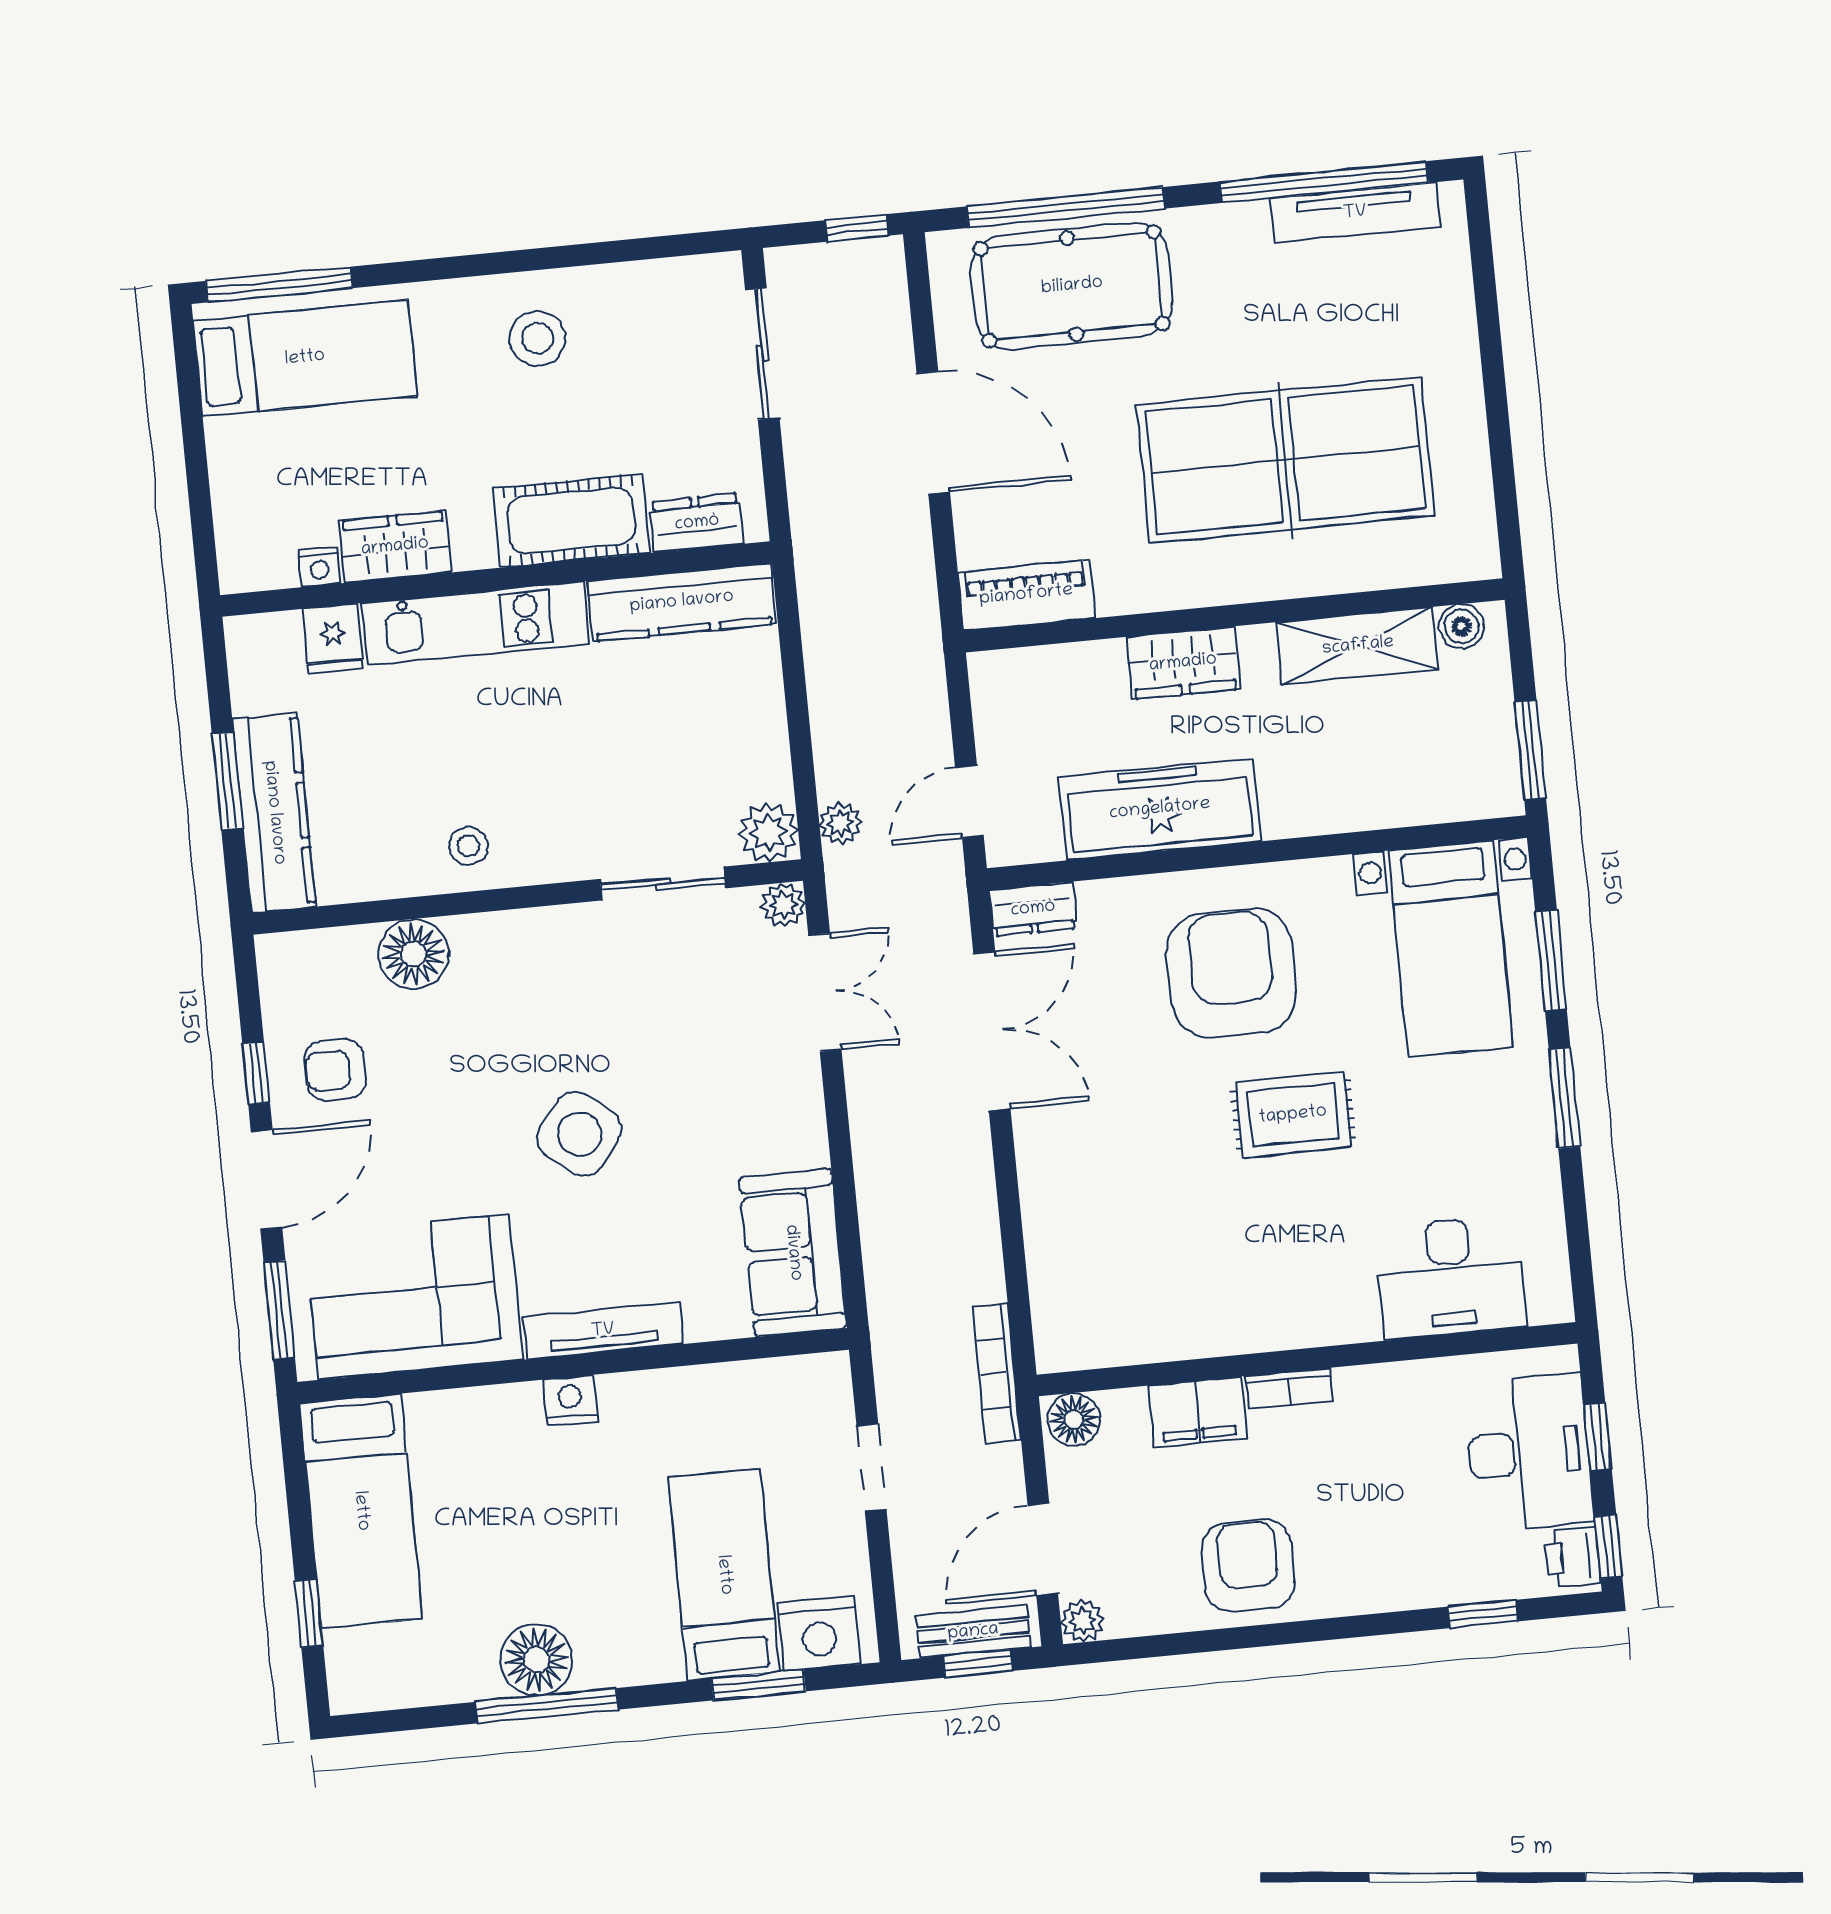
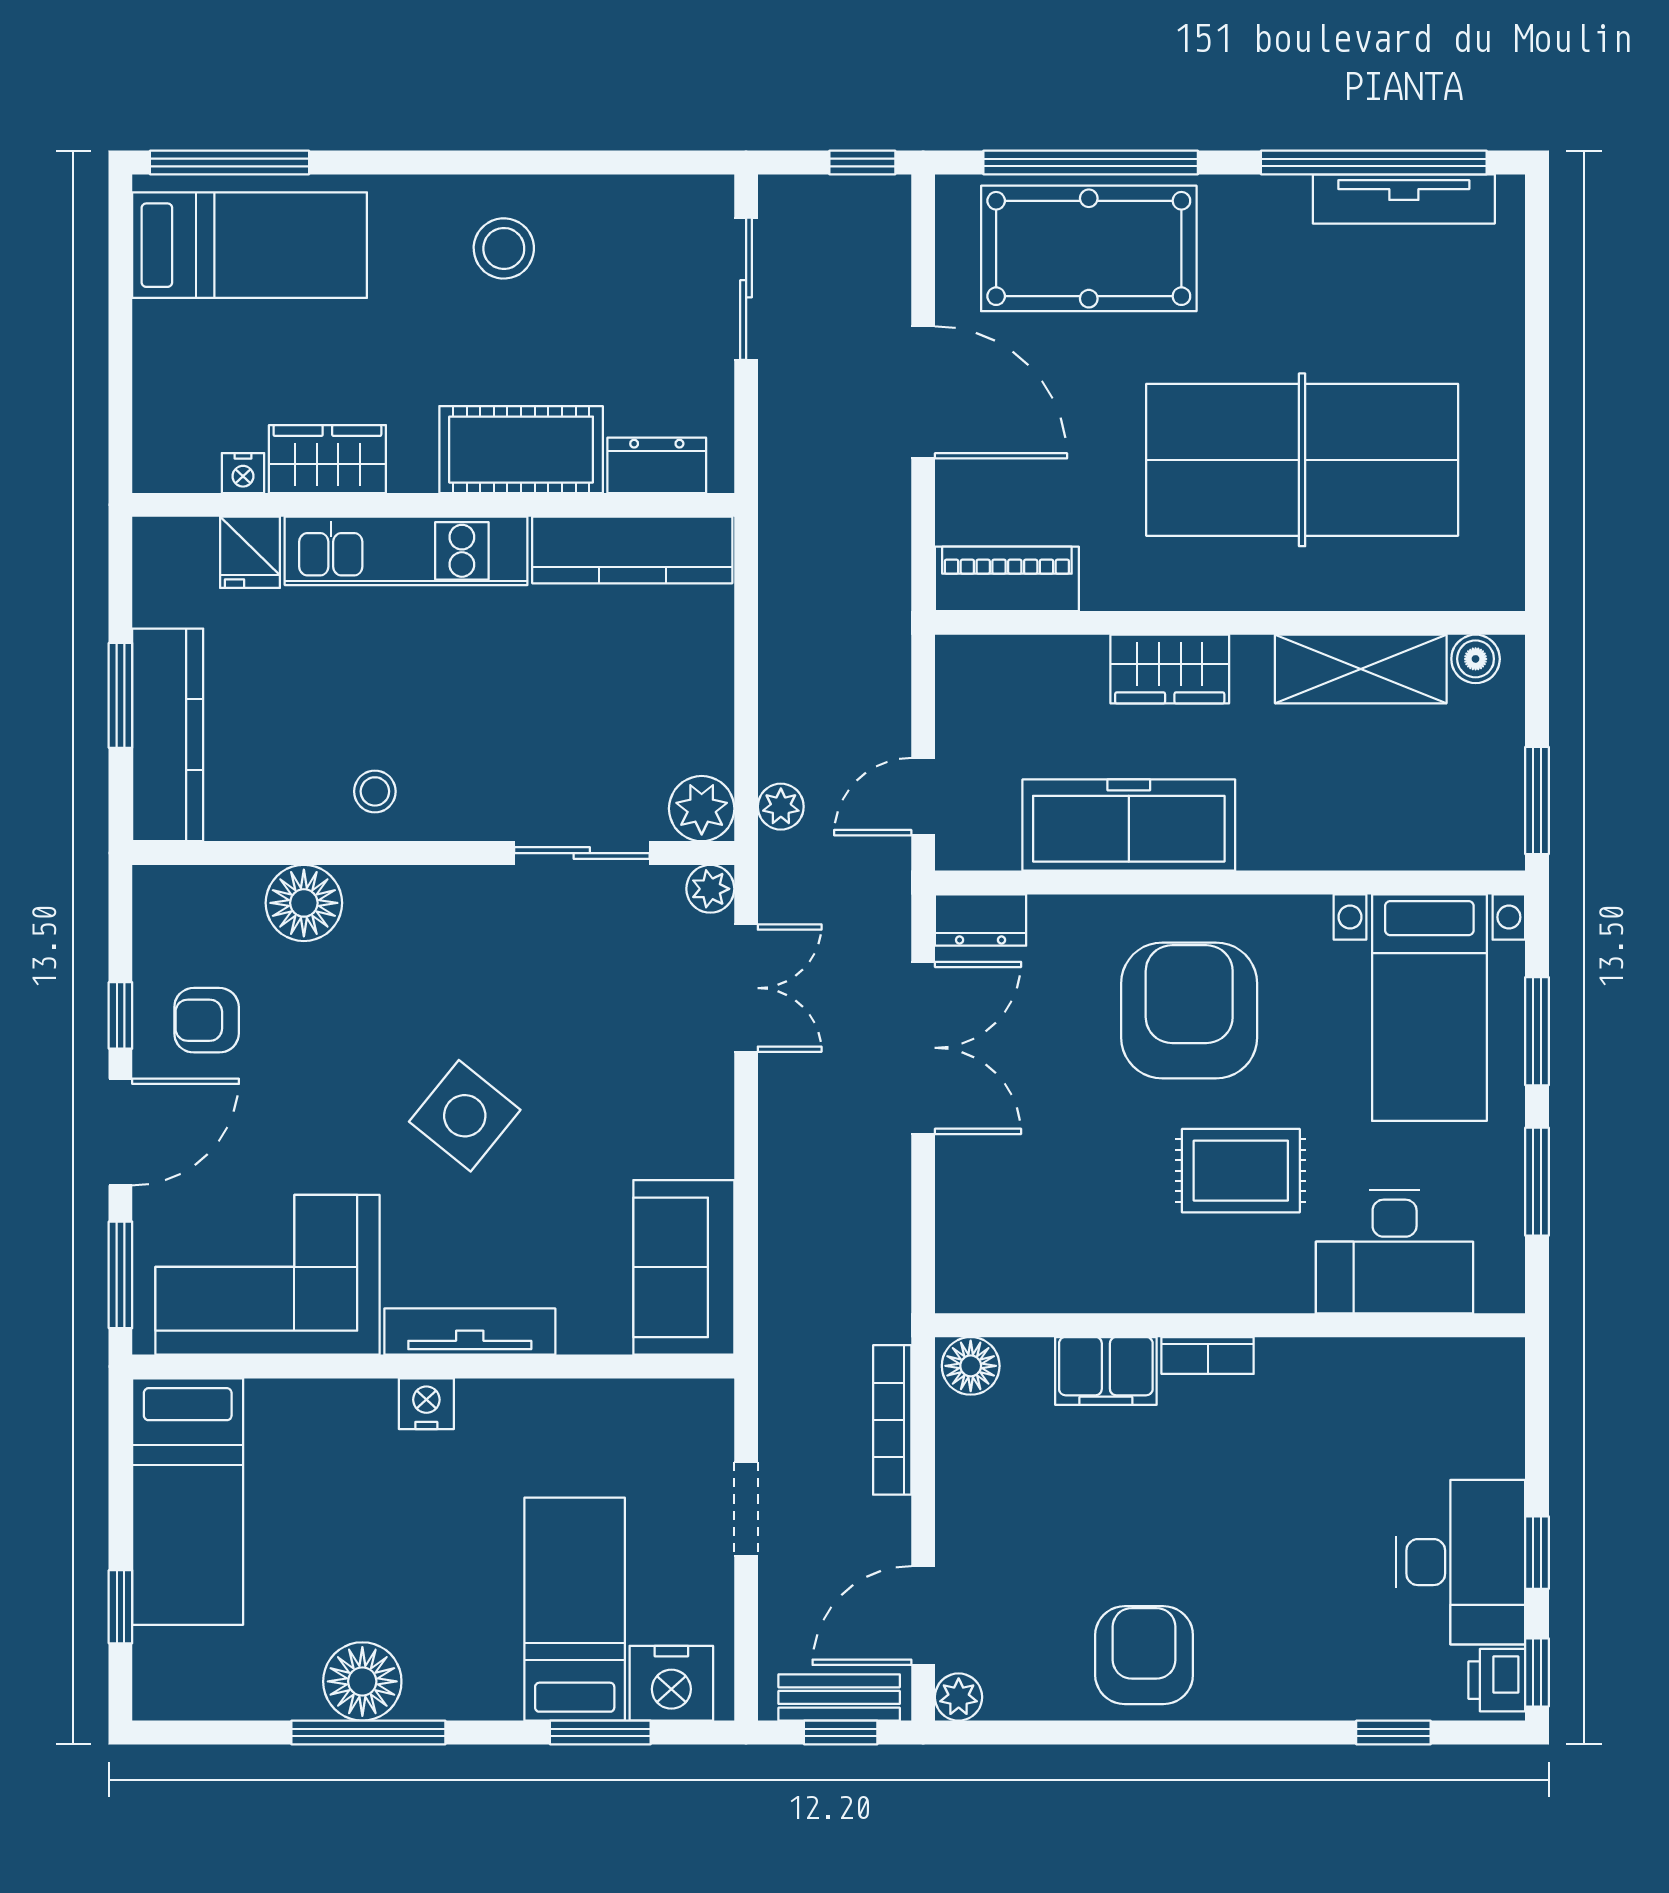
desk: (1451, 1277) -> (1395, 1252), moved
wall: (1307, 1359) -> (1230, 1325), moved
bookcase: (1289, 1389) -> (1208, 1355), moved
filing cabinet: (1198, 1412) -> (1106, 1371), moved
floor lamp: (1074, 1419) -> (971, 1366), moved

